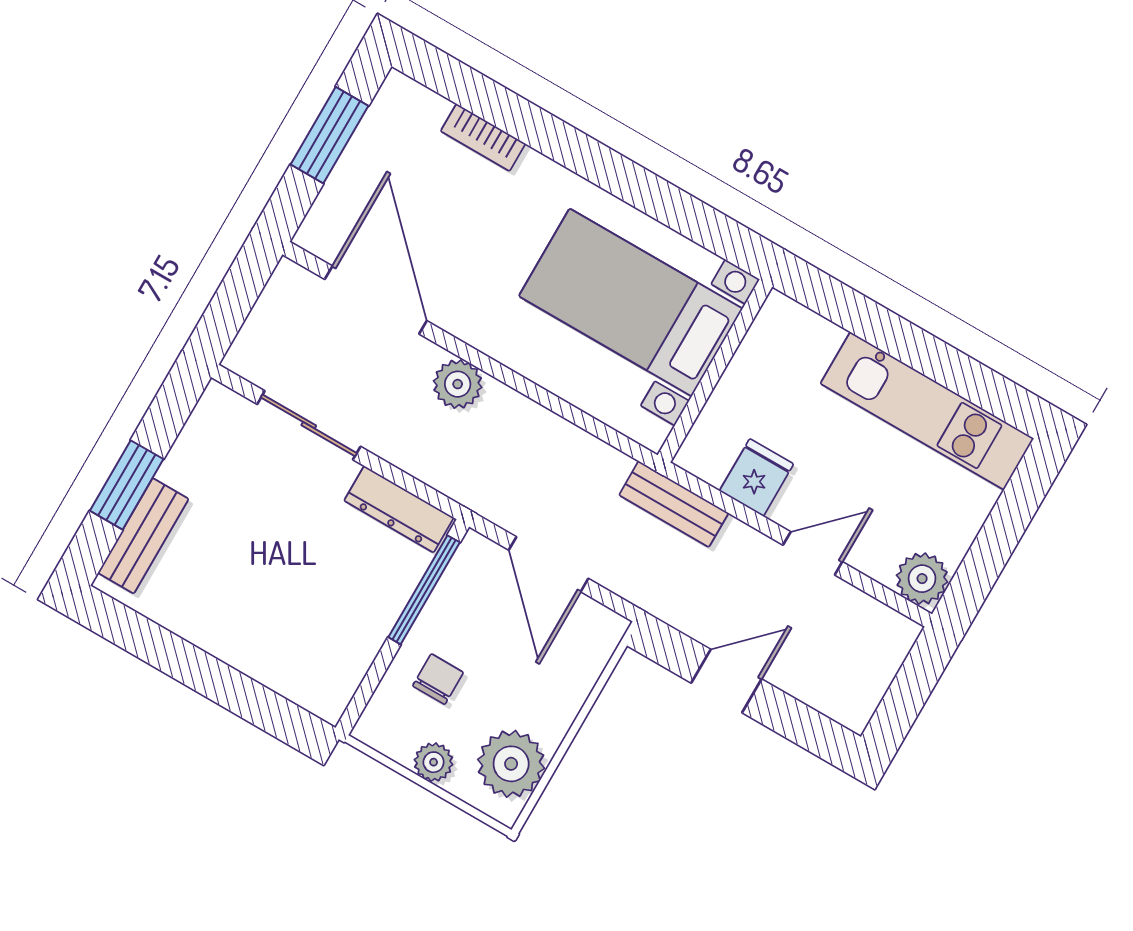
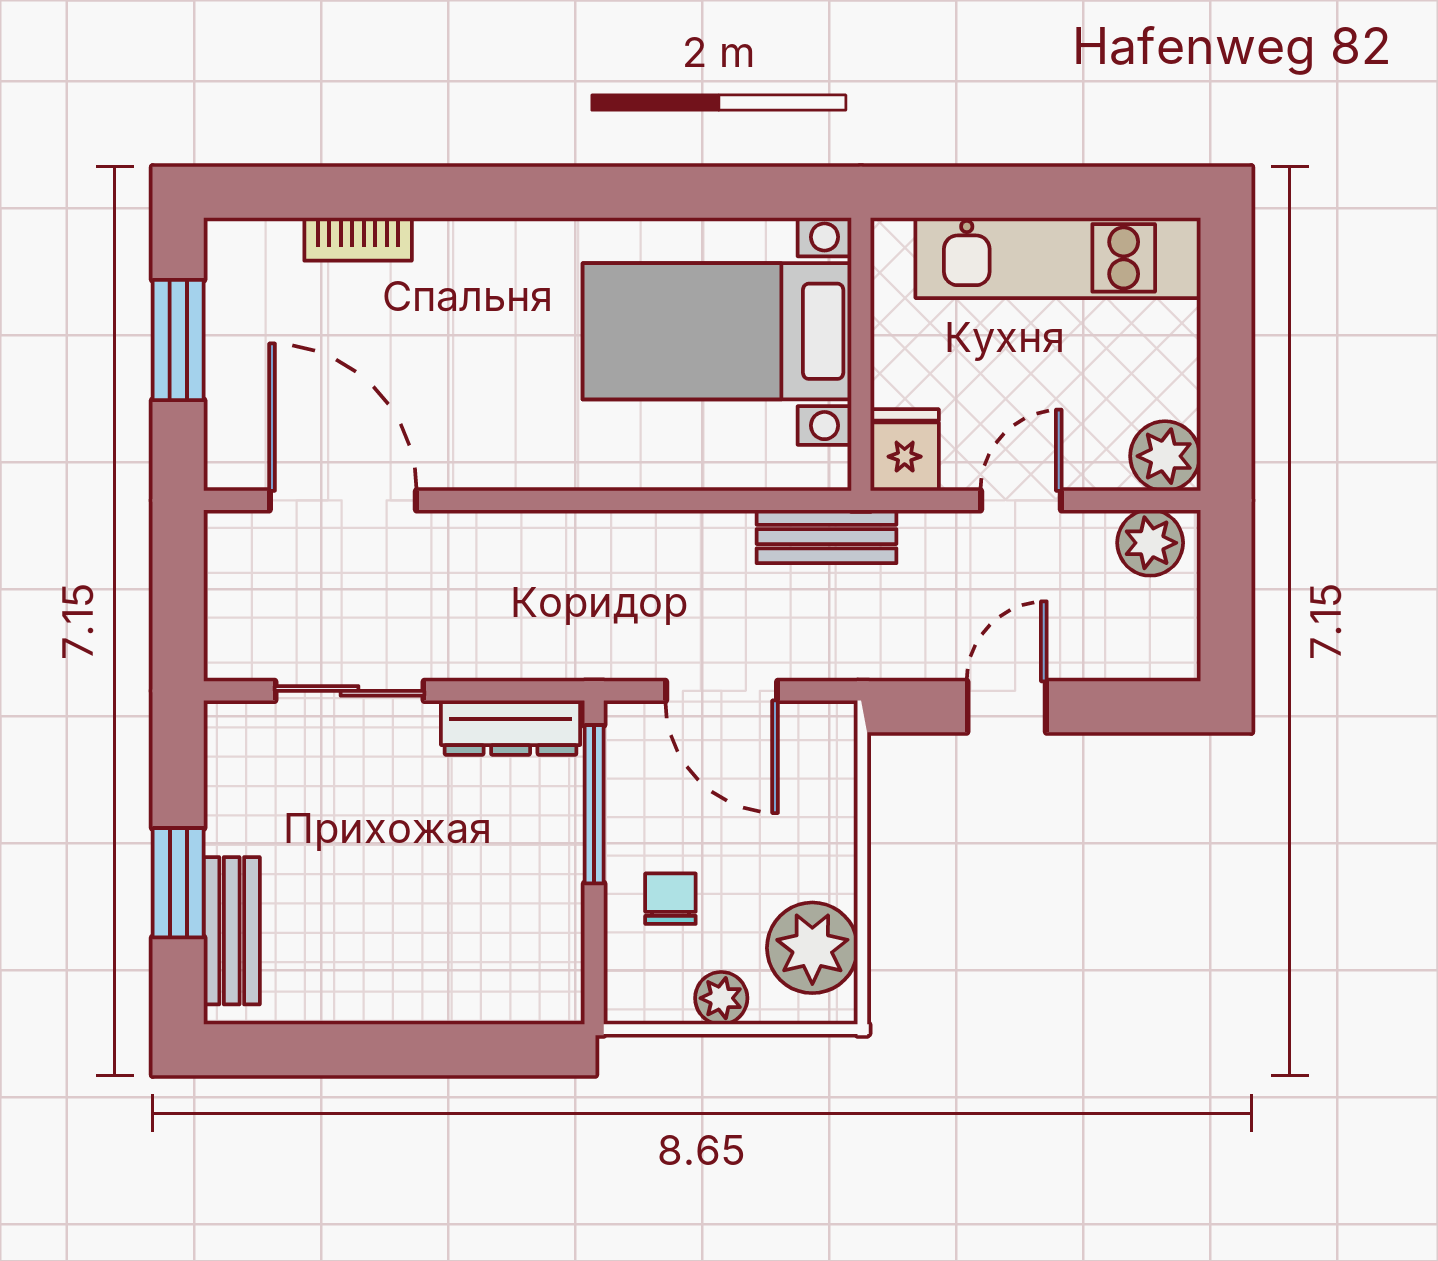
bed with nightstands: (631, 302) -> (717, 331), moved
wall: (715, 371) -> (861, 354), moved
plant: (458, 384) -> (1150, 543), moved

